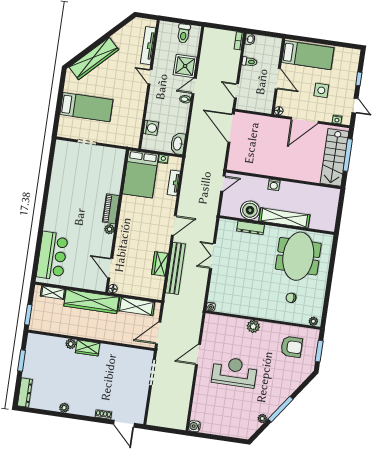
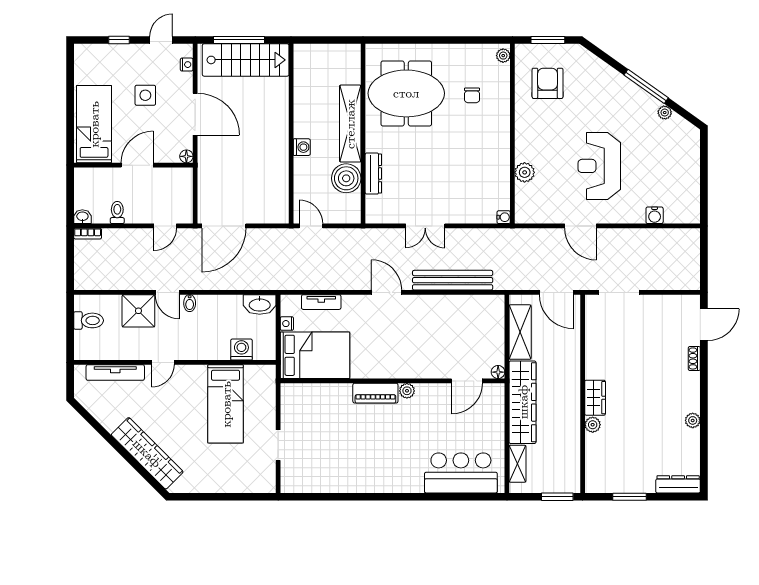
bed: (86, 107) -> (226, 404), moved, turned 180
wardrobe: (160, 264) -> (449, 305), removed
plant: (253, 326) -> (525, 172), moved
water cooler: (194, 426) -> (655, 215), moved

